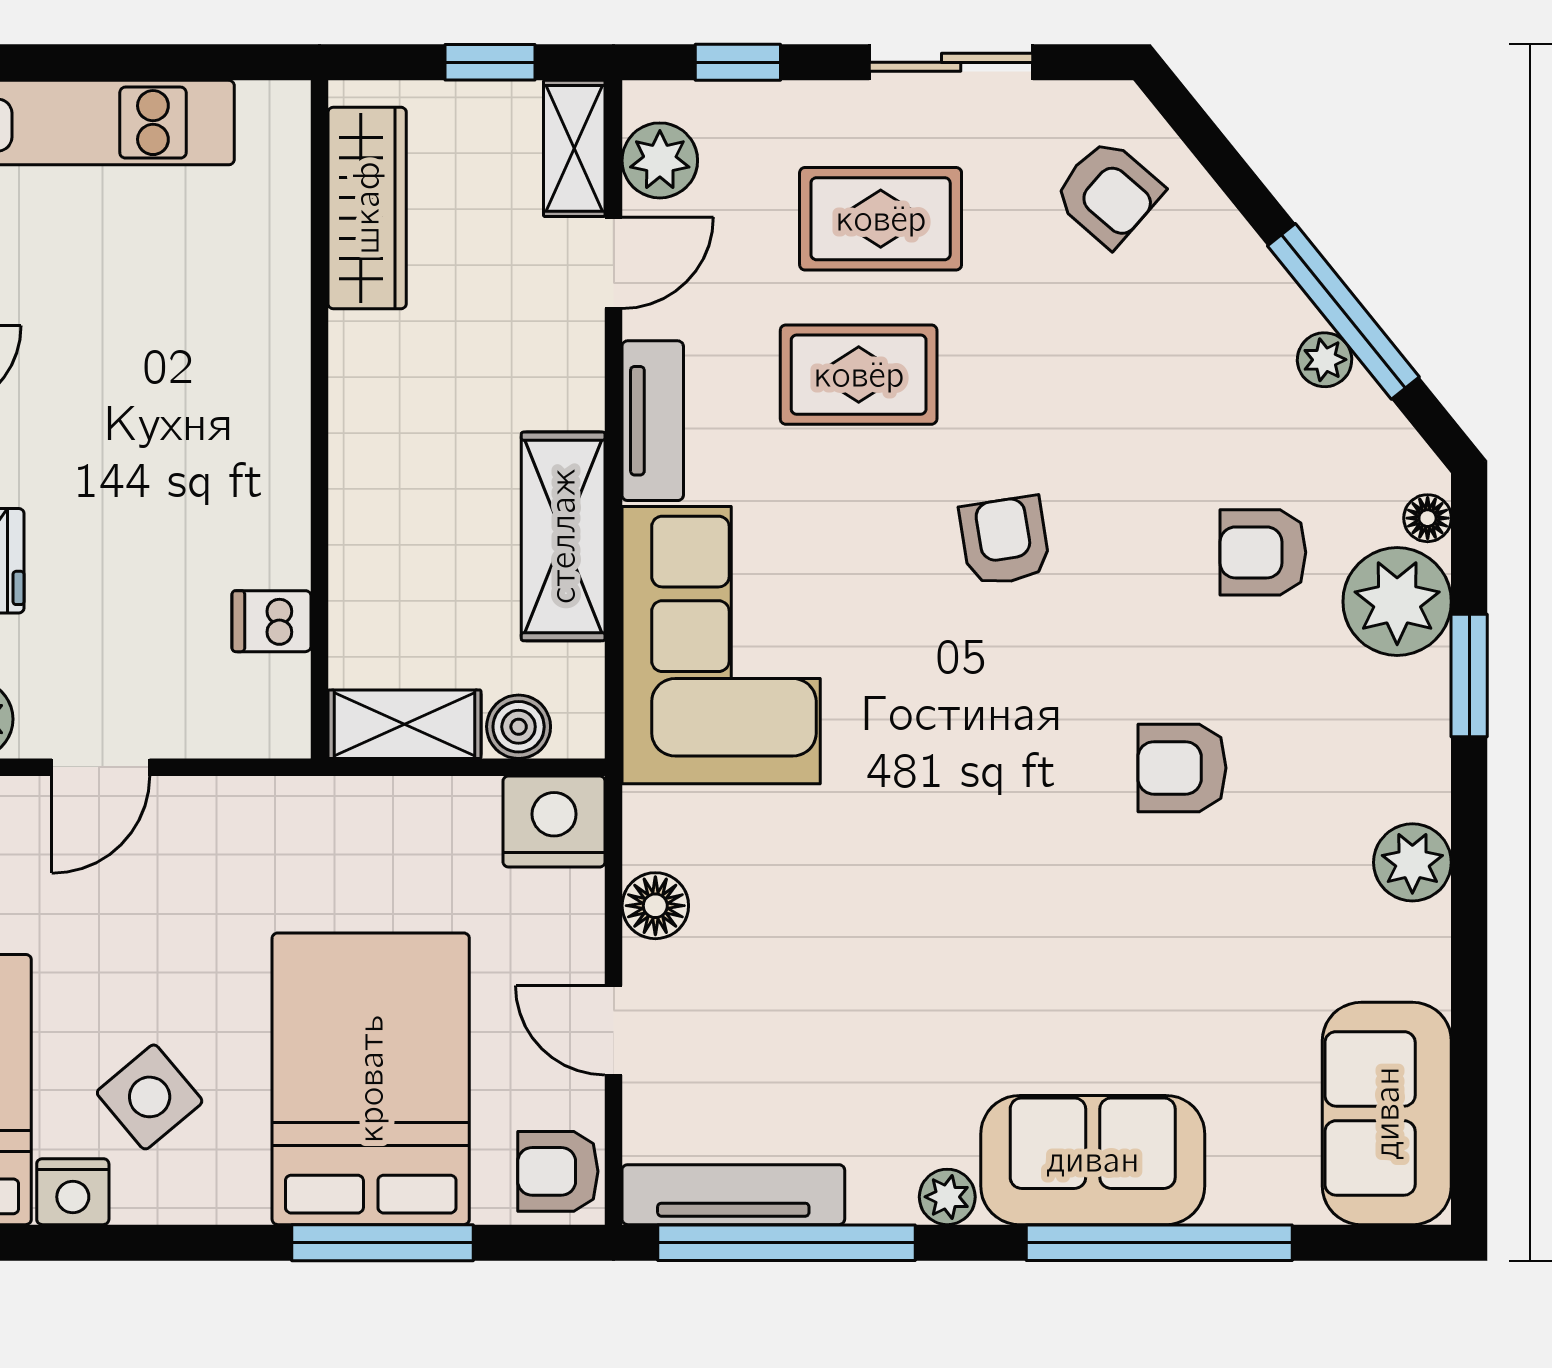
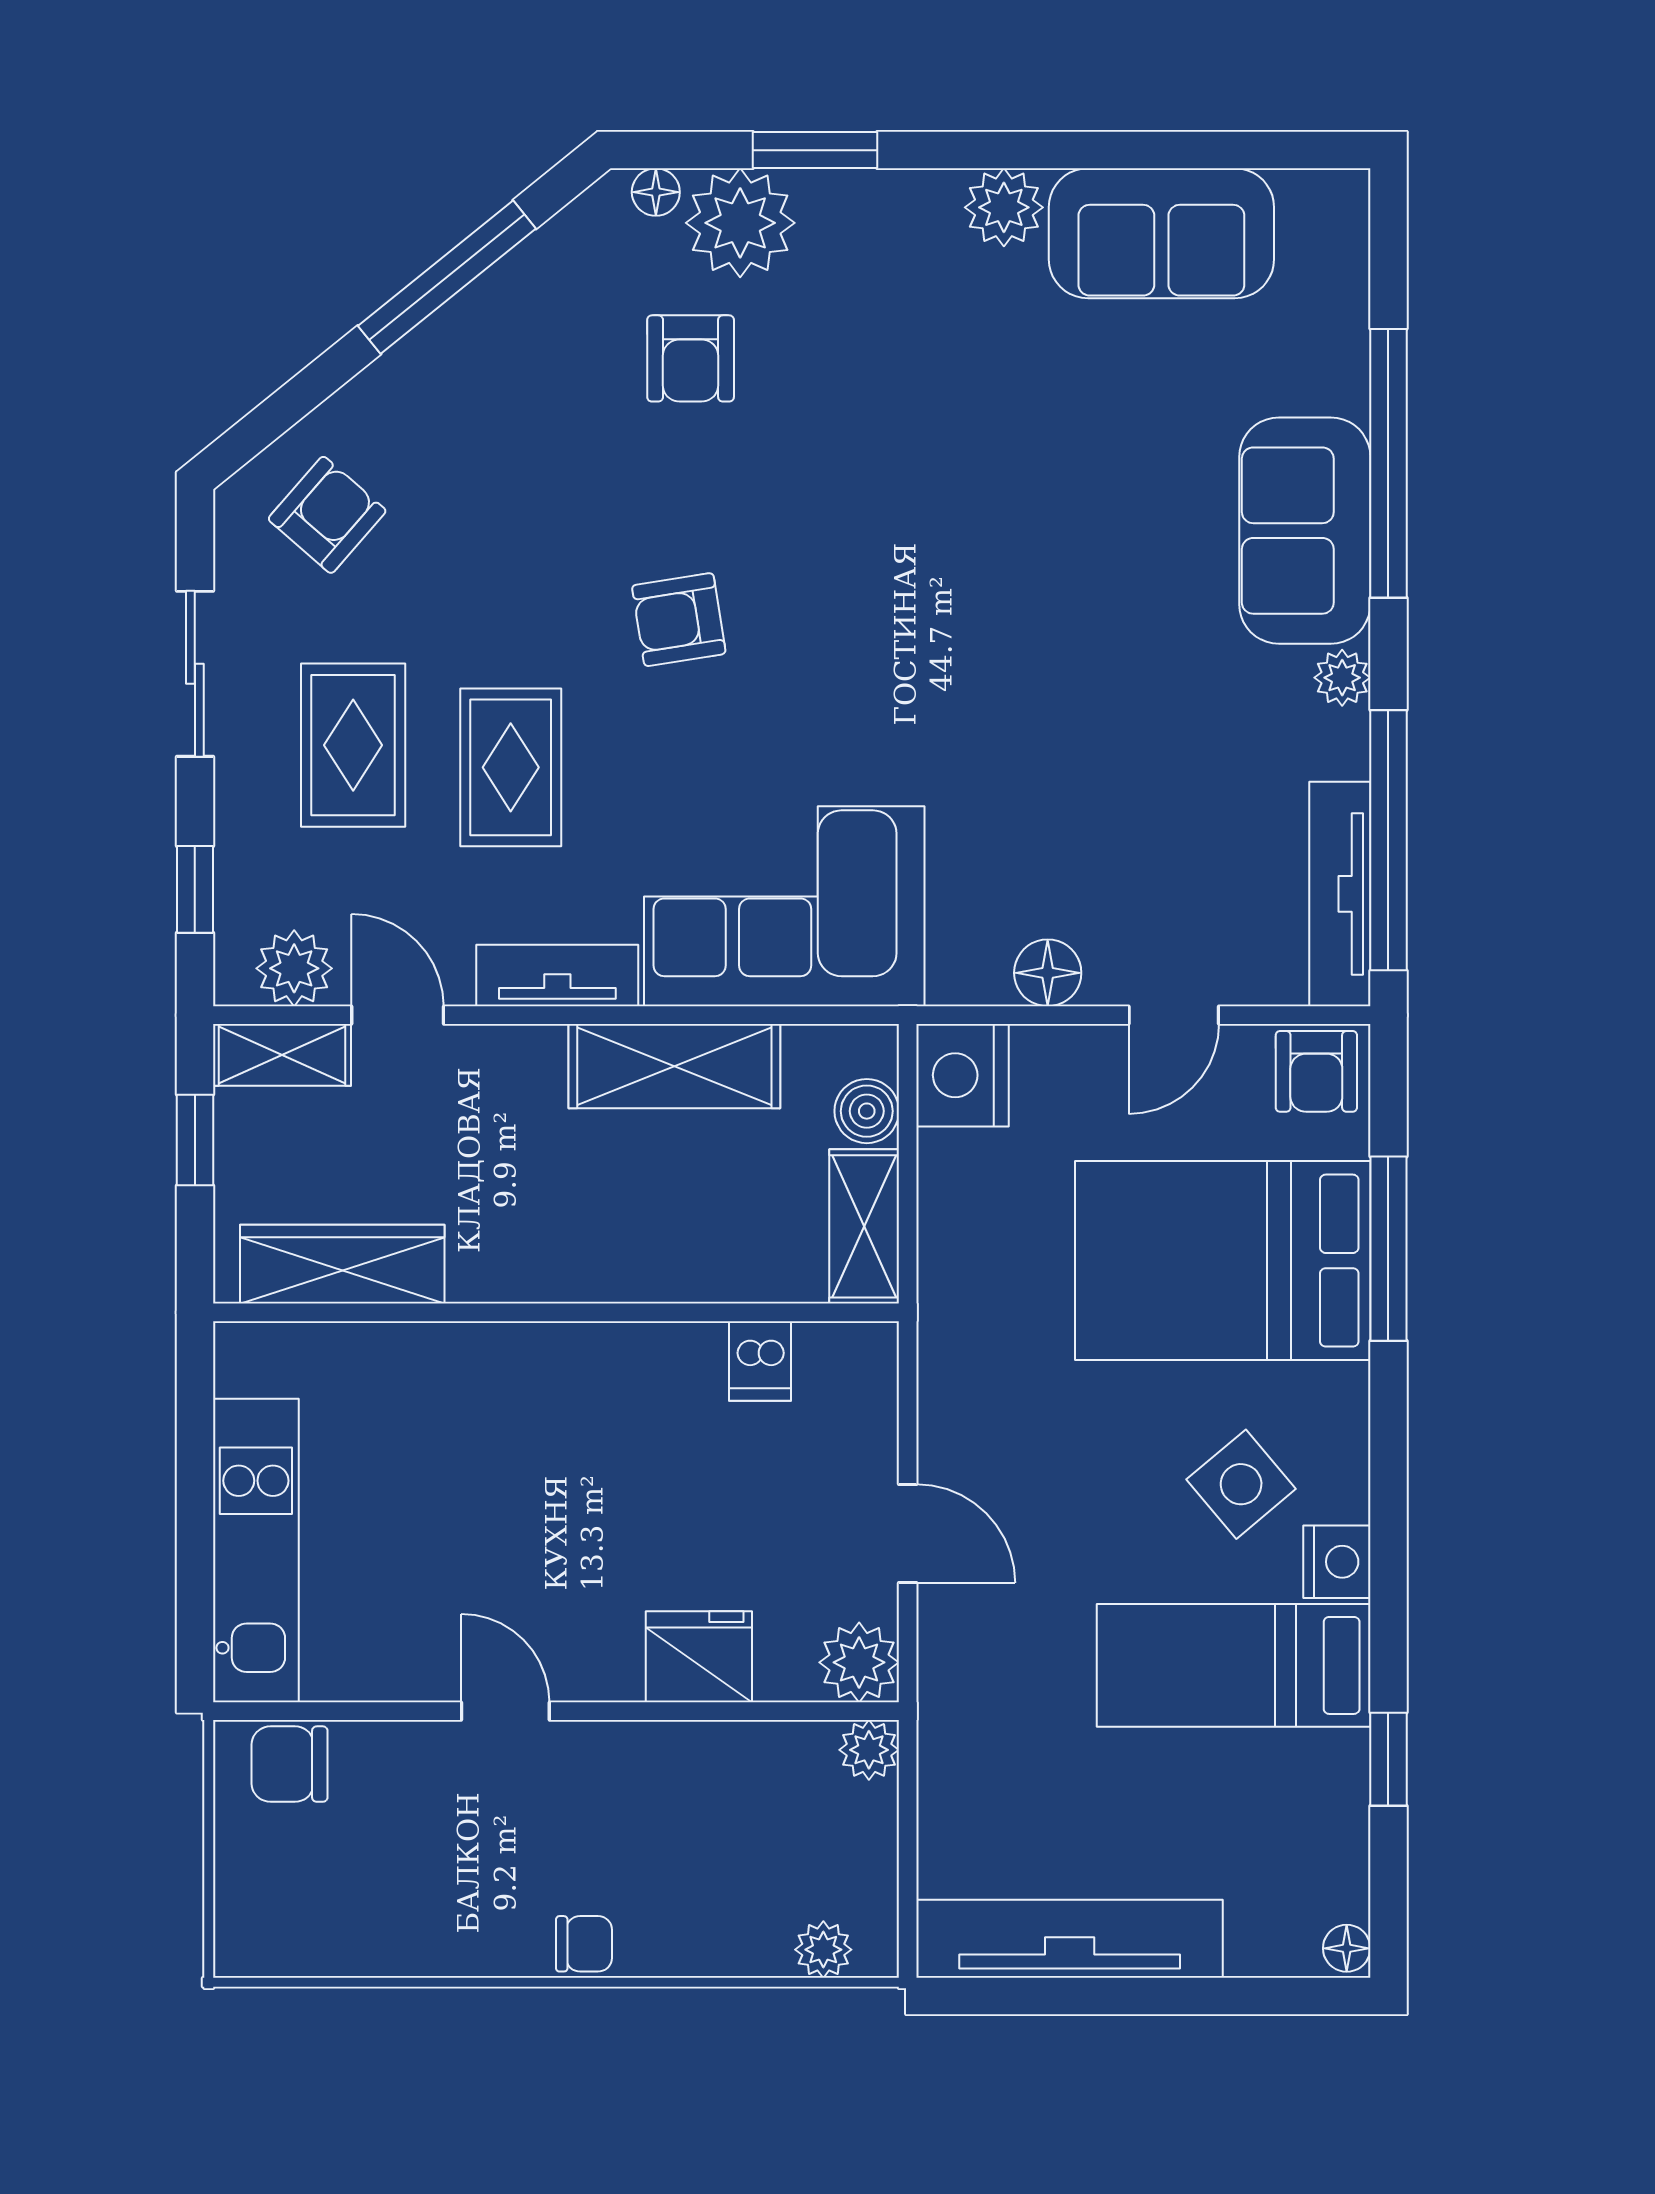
plant: (1325, 360) -> (496, 296), removed
armchair: (1182, 768) -> (908, 440), removed
sofa: (1387, 1113) -> (1161, 233), moved

